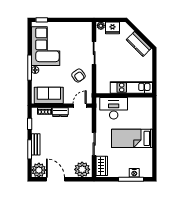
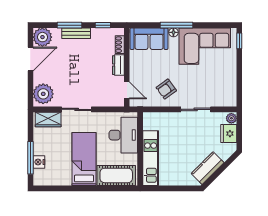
sofa: (49, 95) -> (149, 39), moved, turned 90
cot: (145, 114) -> (116, 175), added

